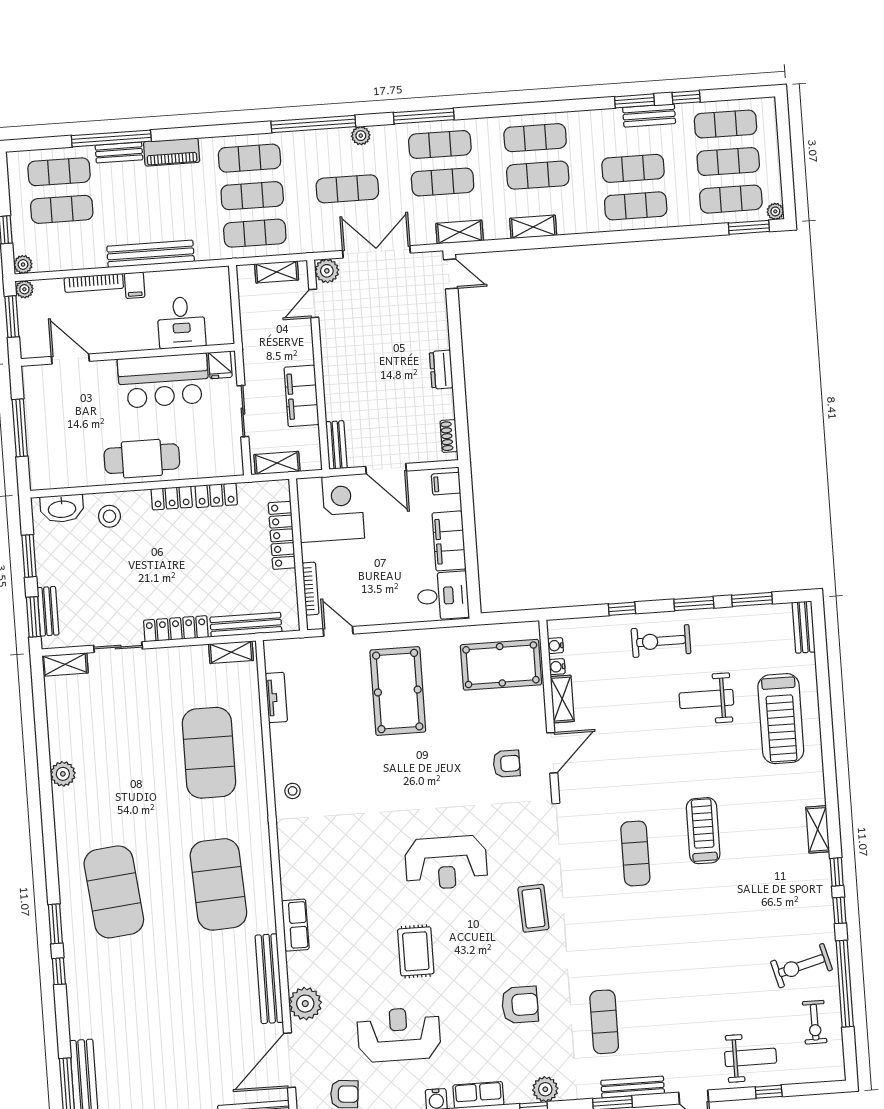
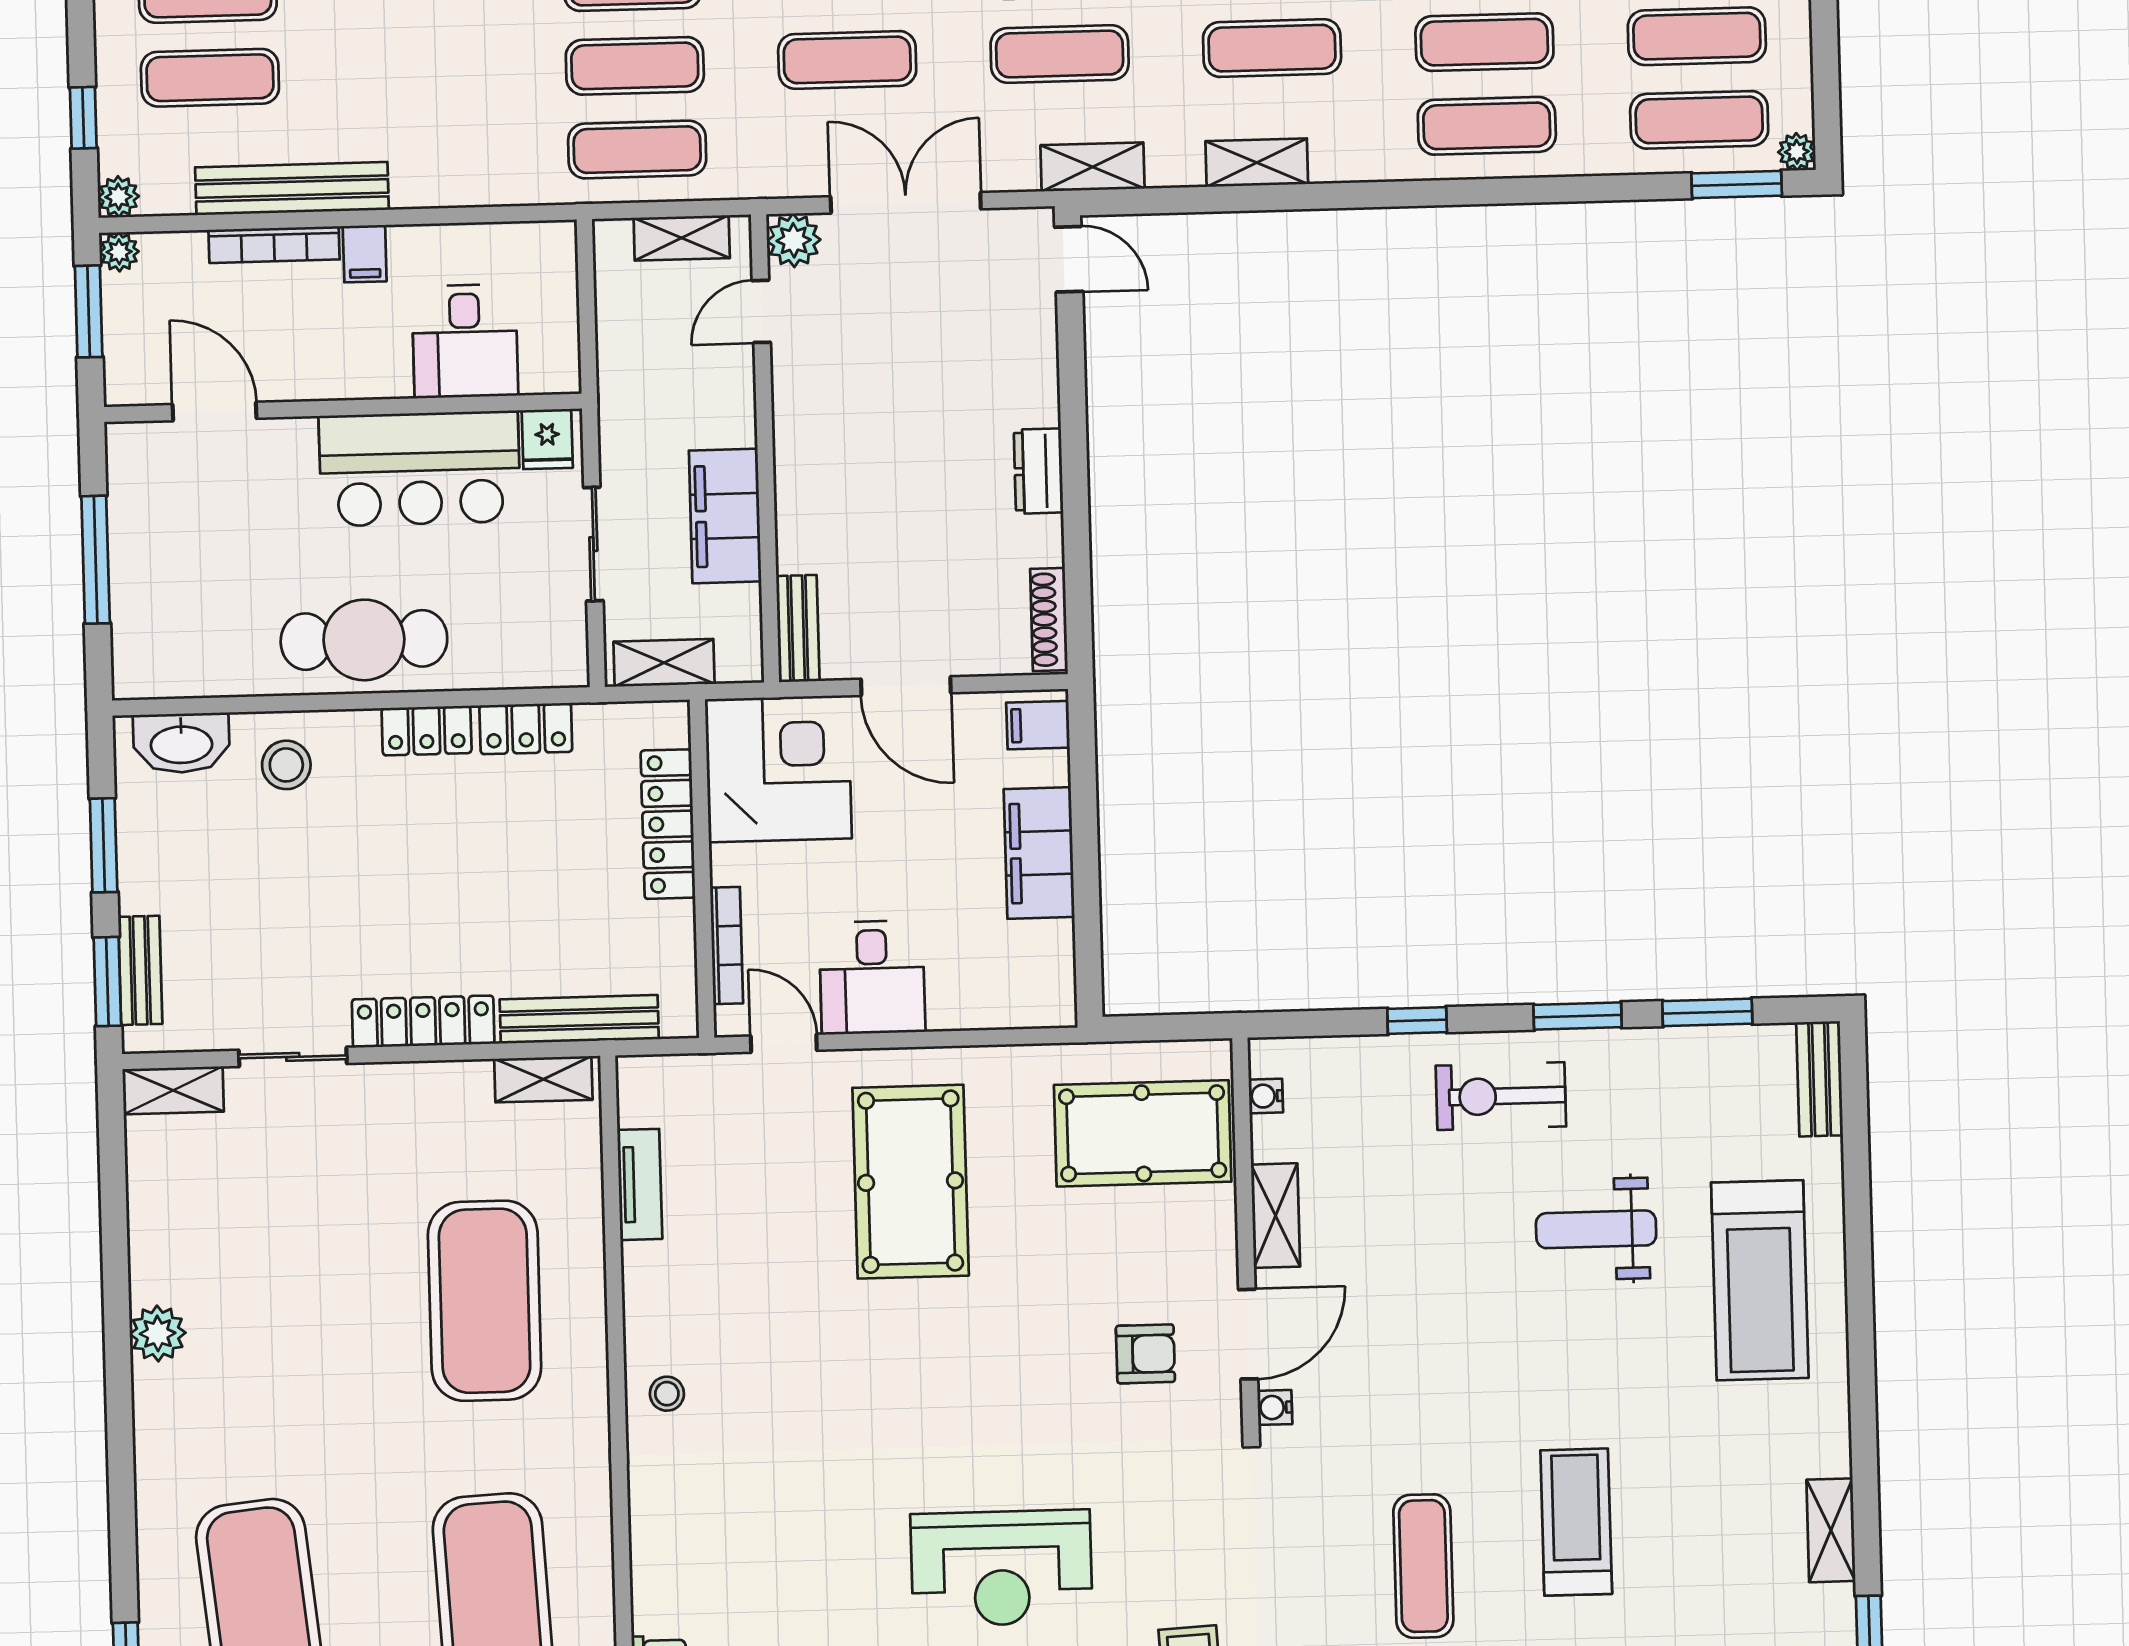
bench: (151, 254) -> (292, 188), moved
shoe rack: (449, 436) -> (1049, 620), width x1.43
desk: (443, 596) -> (872, 977), moved, turned 90
water cooler: (557, 667) -> (1275, 1407), moved

